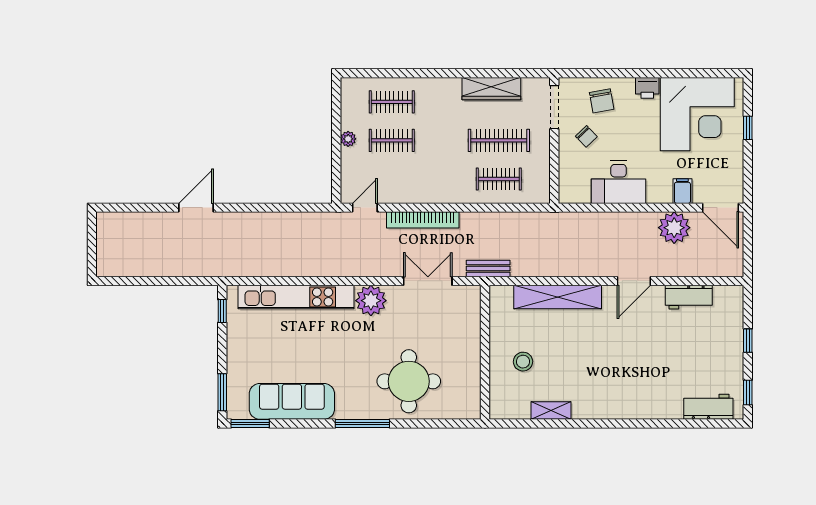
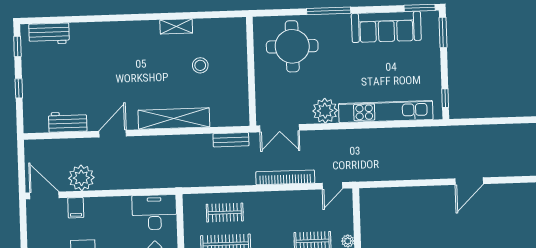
desk: (619, 182) -> (154, 212), moved
wall: (485, 352) -> (251, 71), moved

